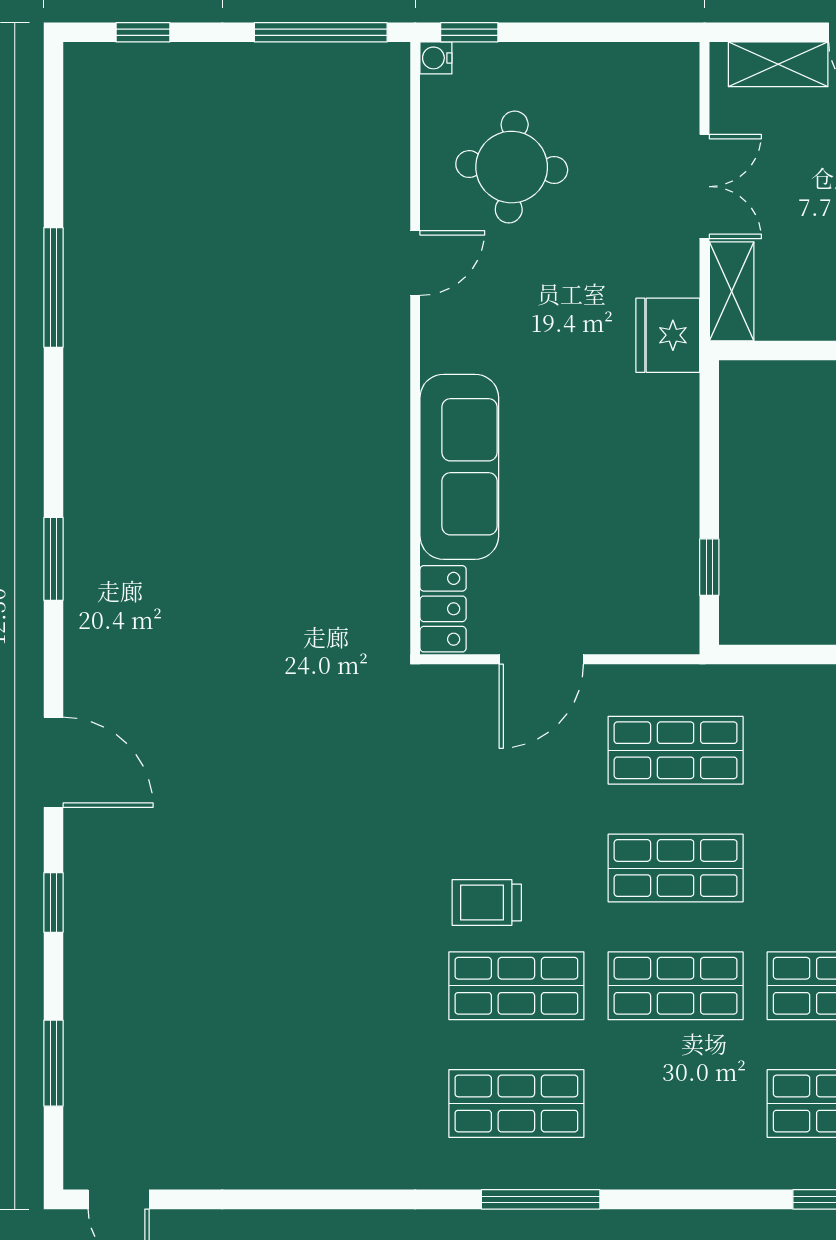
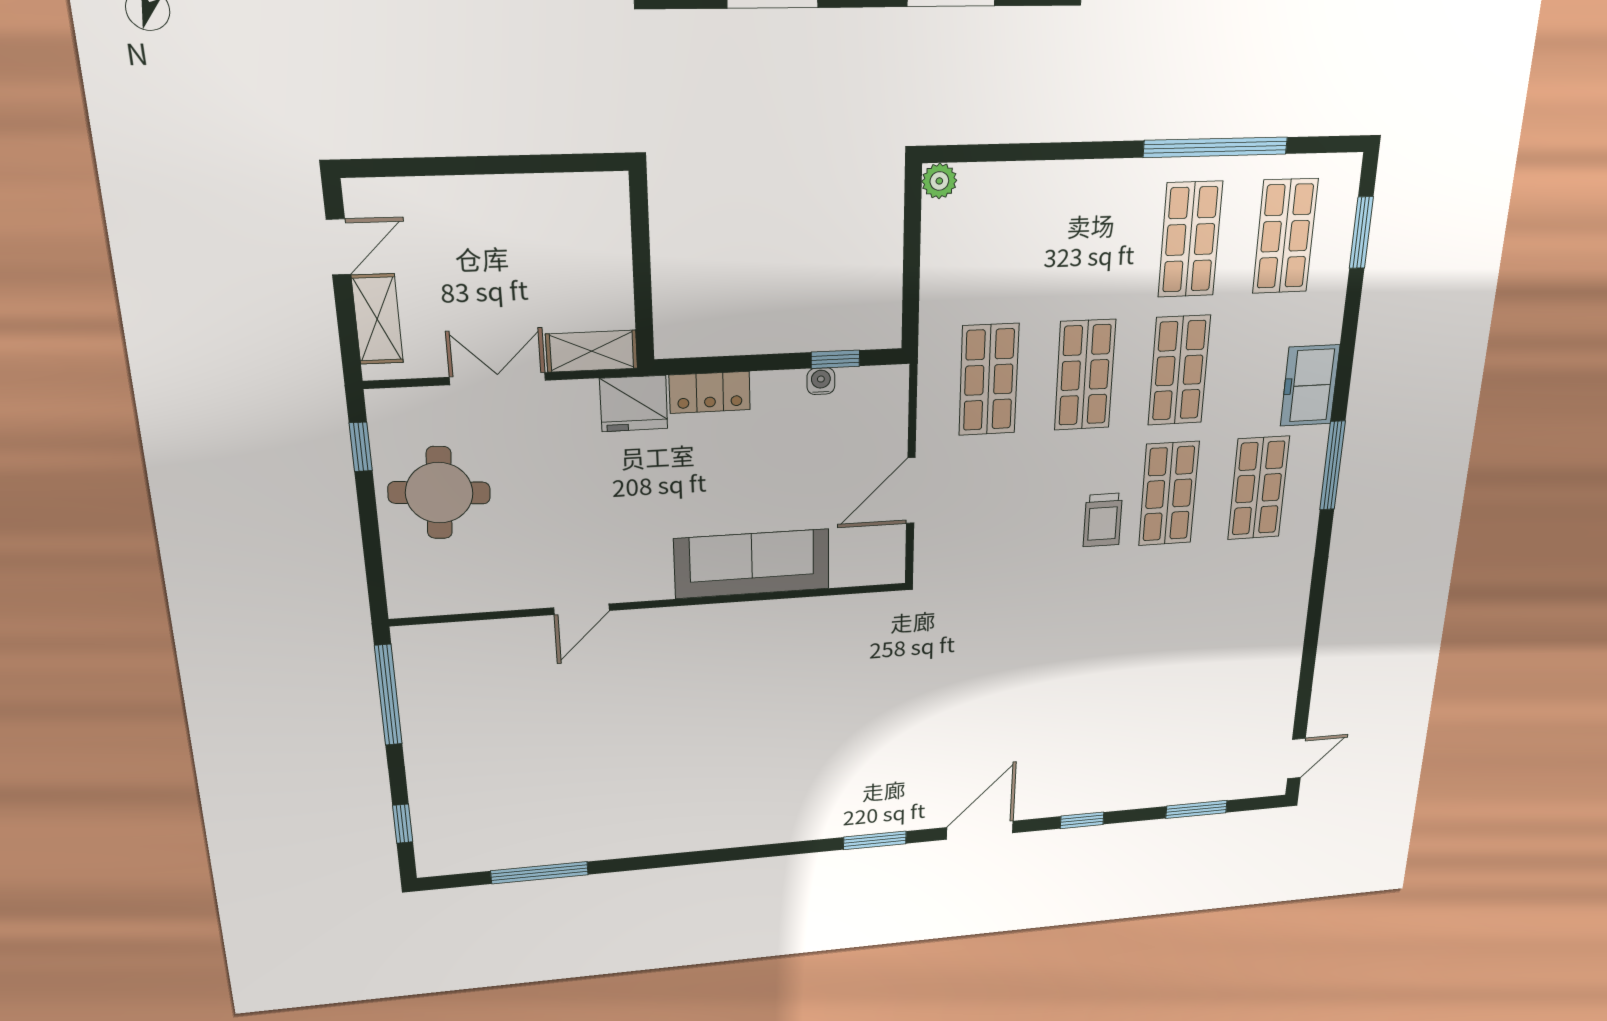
window: (469, 32) -> (361, 447), moved
water cooler: (436, 58) -> (821, 381), moved, turned 180
round table: (512, 167) -> (439, 493), moved
door: (415, 263) -> (582, 609), swing flipped
window: (53, 287) -> (540, 873), moved
window: (53, 559) -> (875, 840), moved
locker: (443, 609) -> (710, 392), moved, turned 180
door: (541, 659) -> (911, 491), swing flipped
freezer: (648, 1157) -> (1310, 386), added

